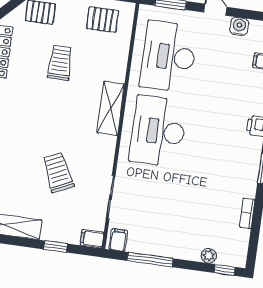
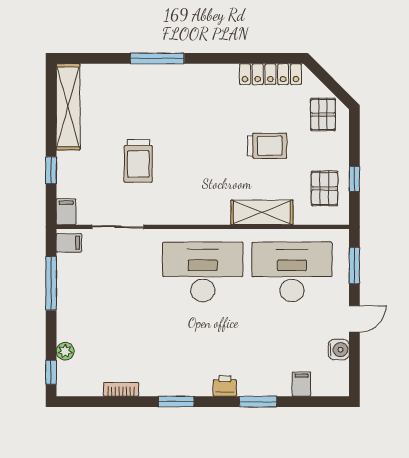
shelving: (111, 108) -> (262, 212), moved
trolley: (58, 172) -> (138, 161), turned 115

